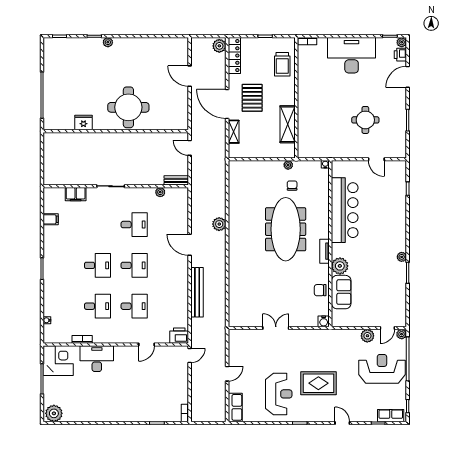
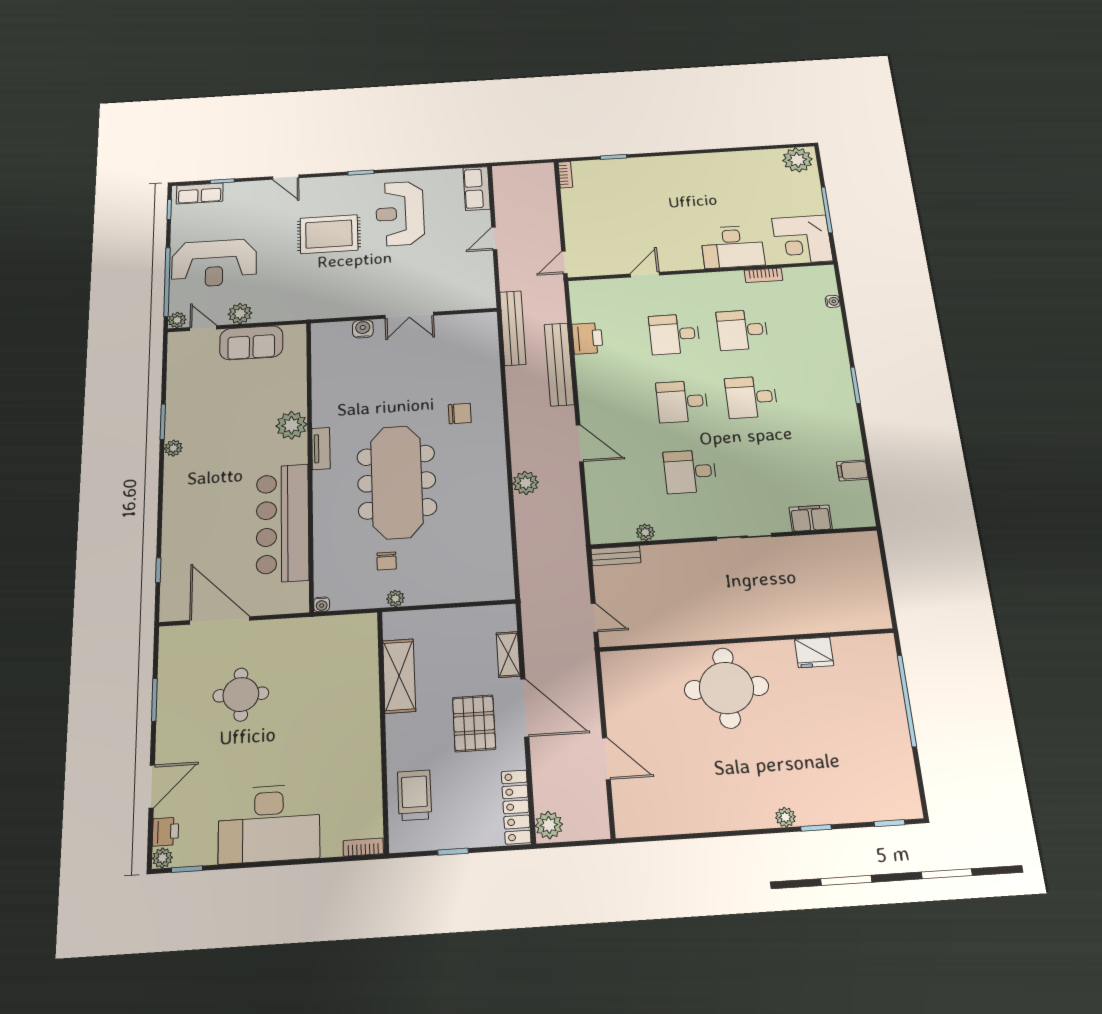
door: (376, 159) -> (220, 620), width x1.88
chair: (320, 290) -> (460, 414), moved
sofa: (341, 292) -> (251, 343), moved, turned -90
bench: (220, 316) -> (513, 328), added
water cooler: (324, 321) -> (363, 329), moved
door: (387, 328) -> (203, 328), hinge flipped
printer: (179, 336) -> (587, 338), moved, turned -90

